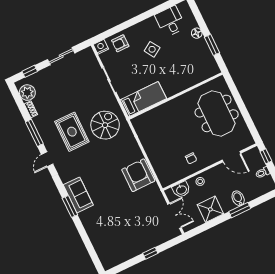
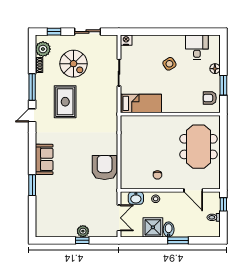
armchair: (120, 43) -> (210, 98), moved
spiral stairs: (105, 125) -> (74, 64), moved, turned 90
bidet: (238, 198) -> (169, 229), moved
window: (70, 206) -> (32, 185), moved
plant: (147, 244) -> (83, 231), added

